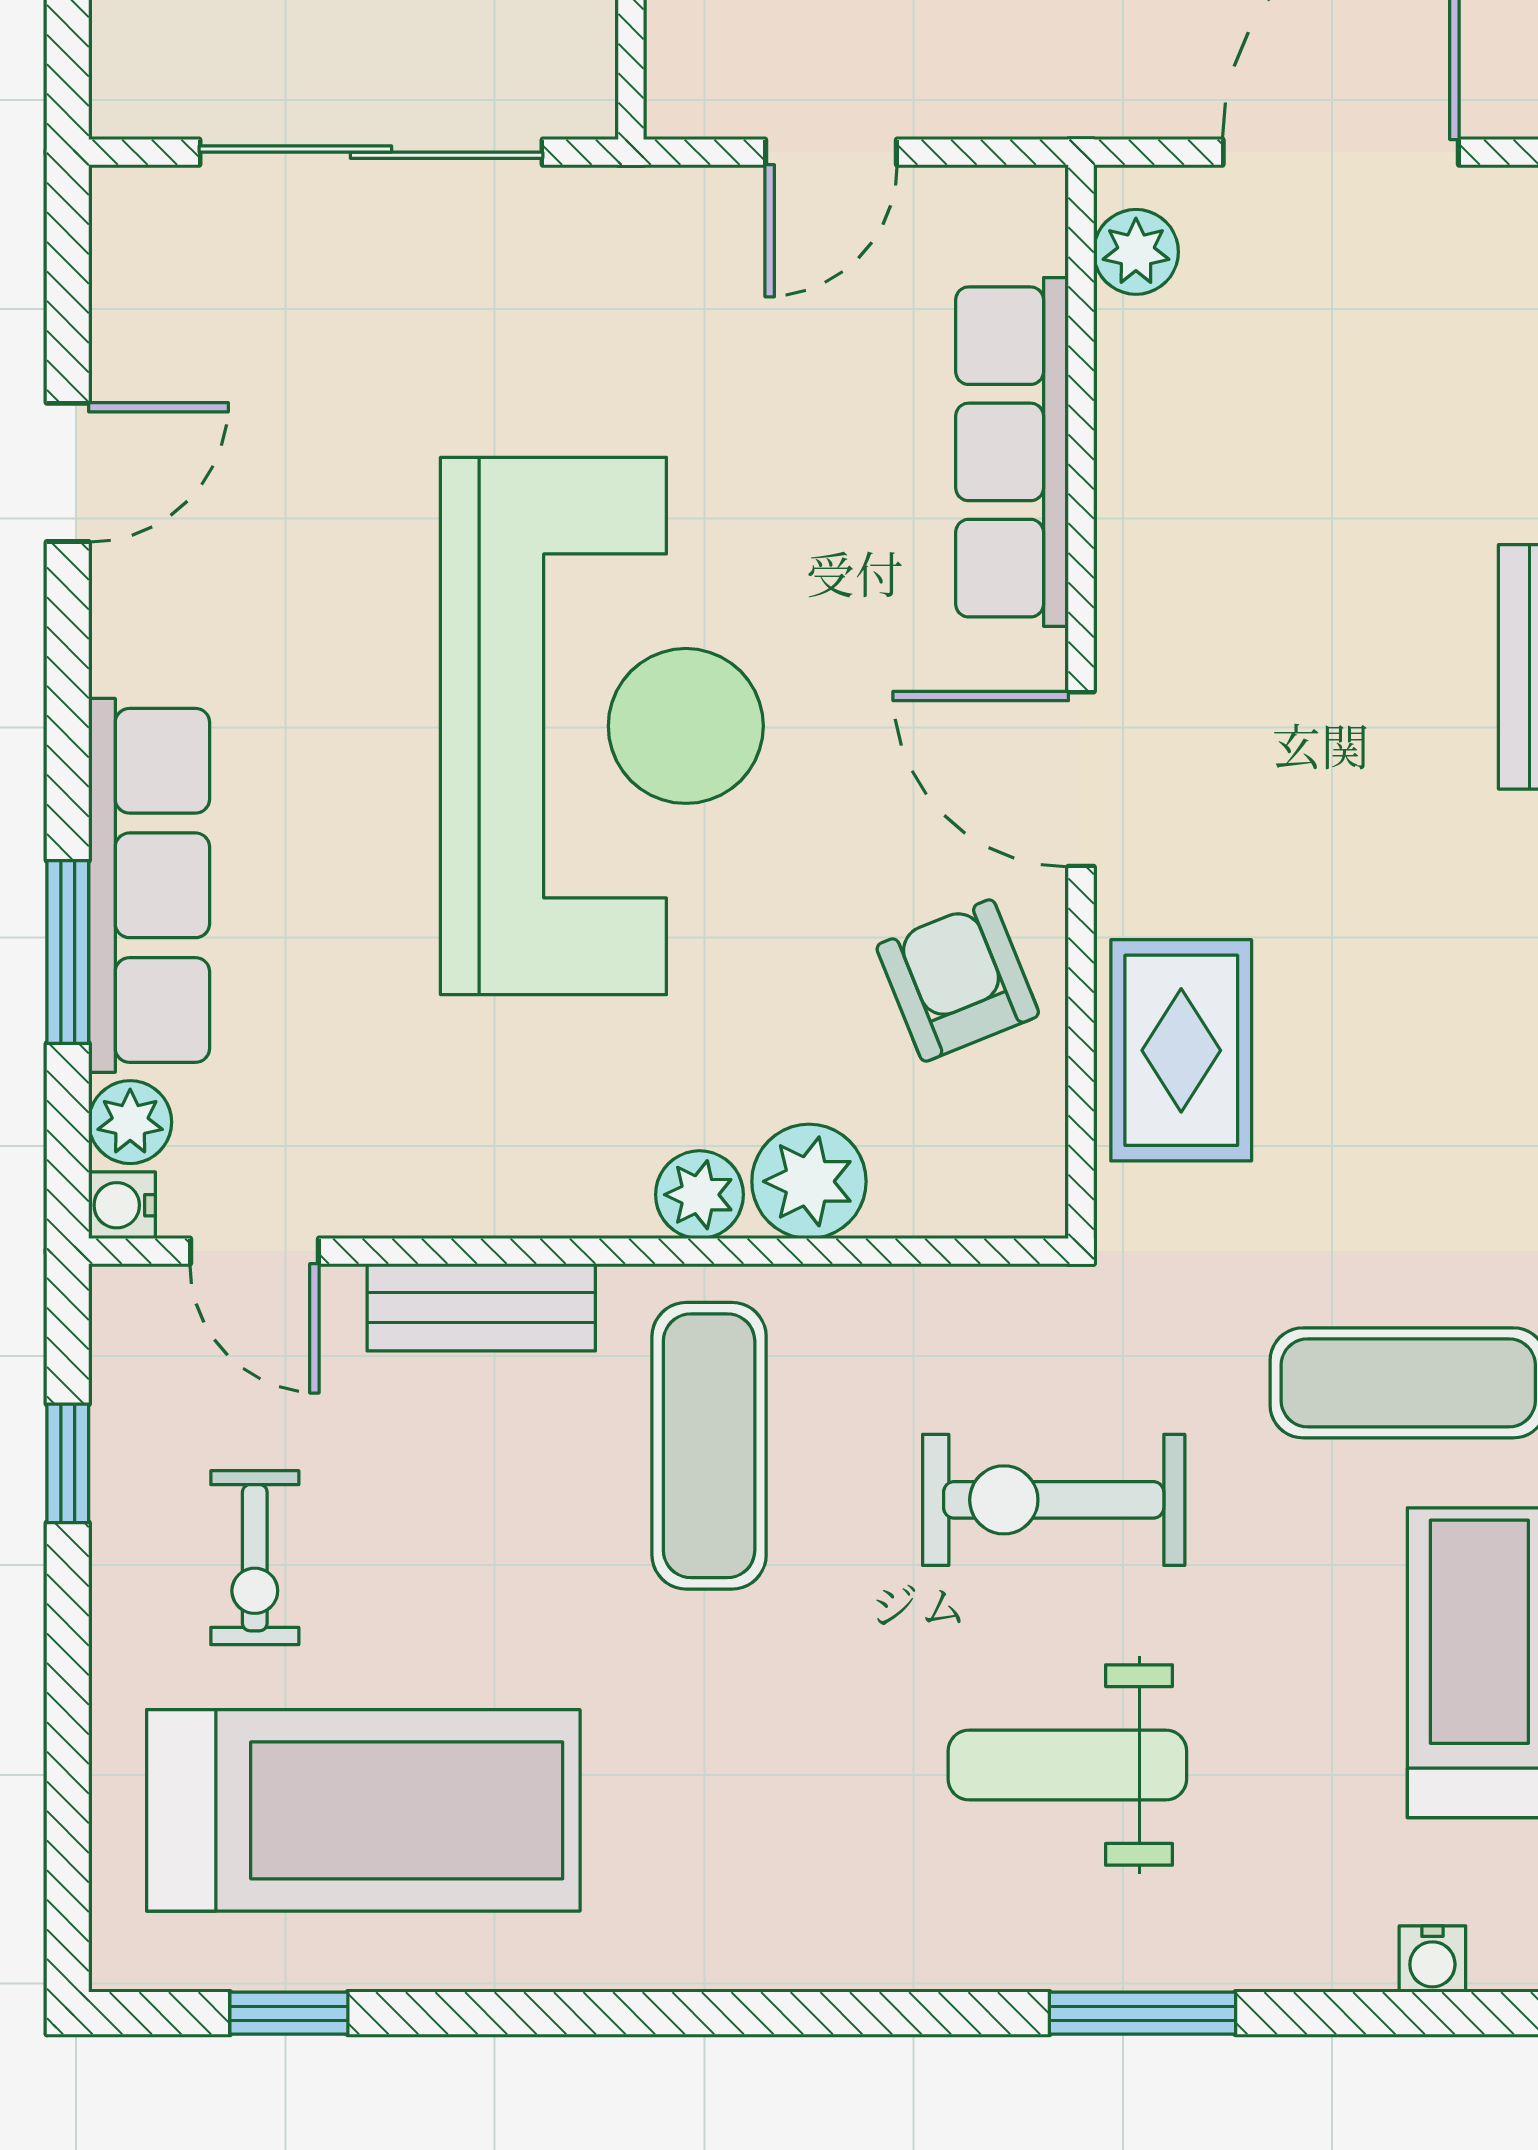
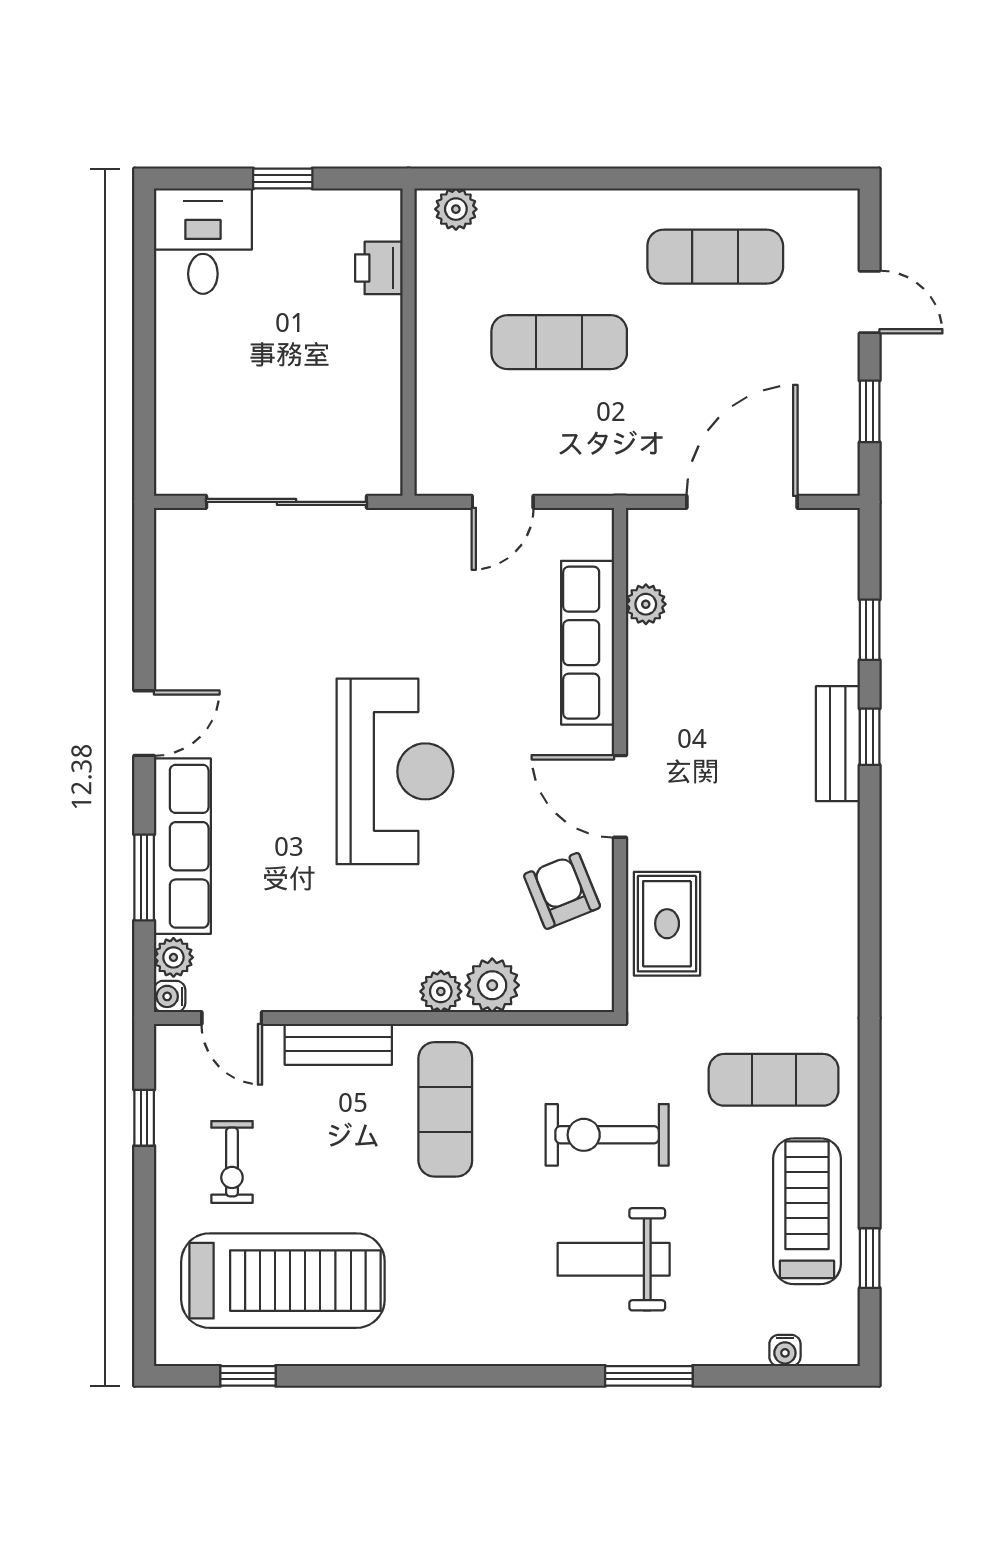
plant: (1136, 252) -> (646, 604), moved
door: (68, 472) -> (144, 723), moved
reception desk: (602, 726) -> (395, 771), width x0.74, depth x0.77

